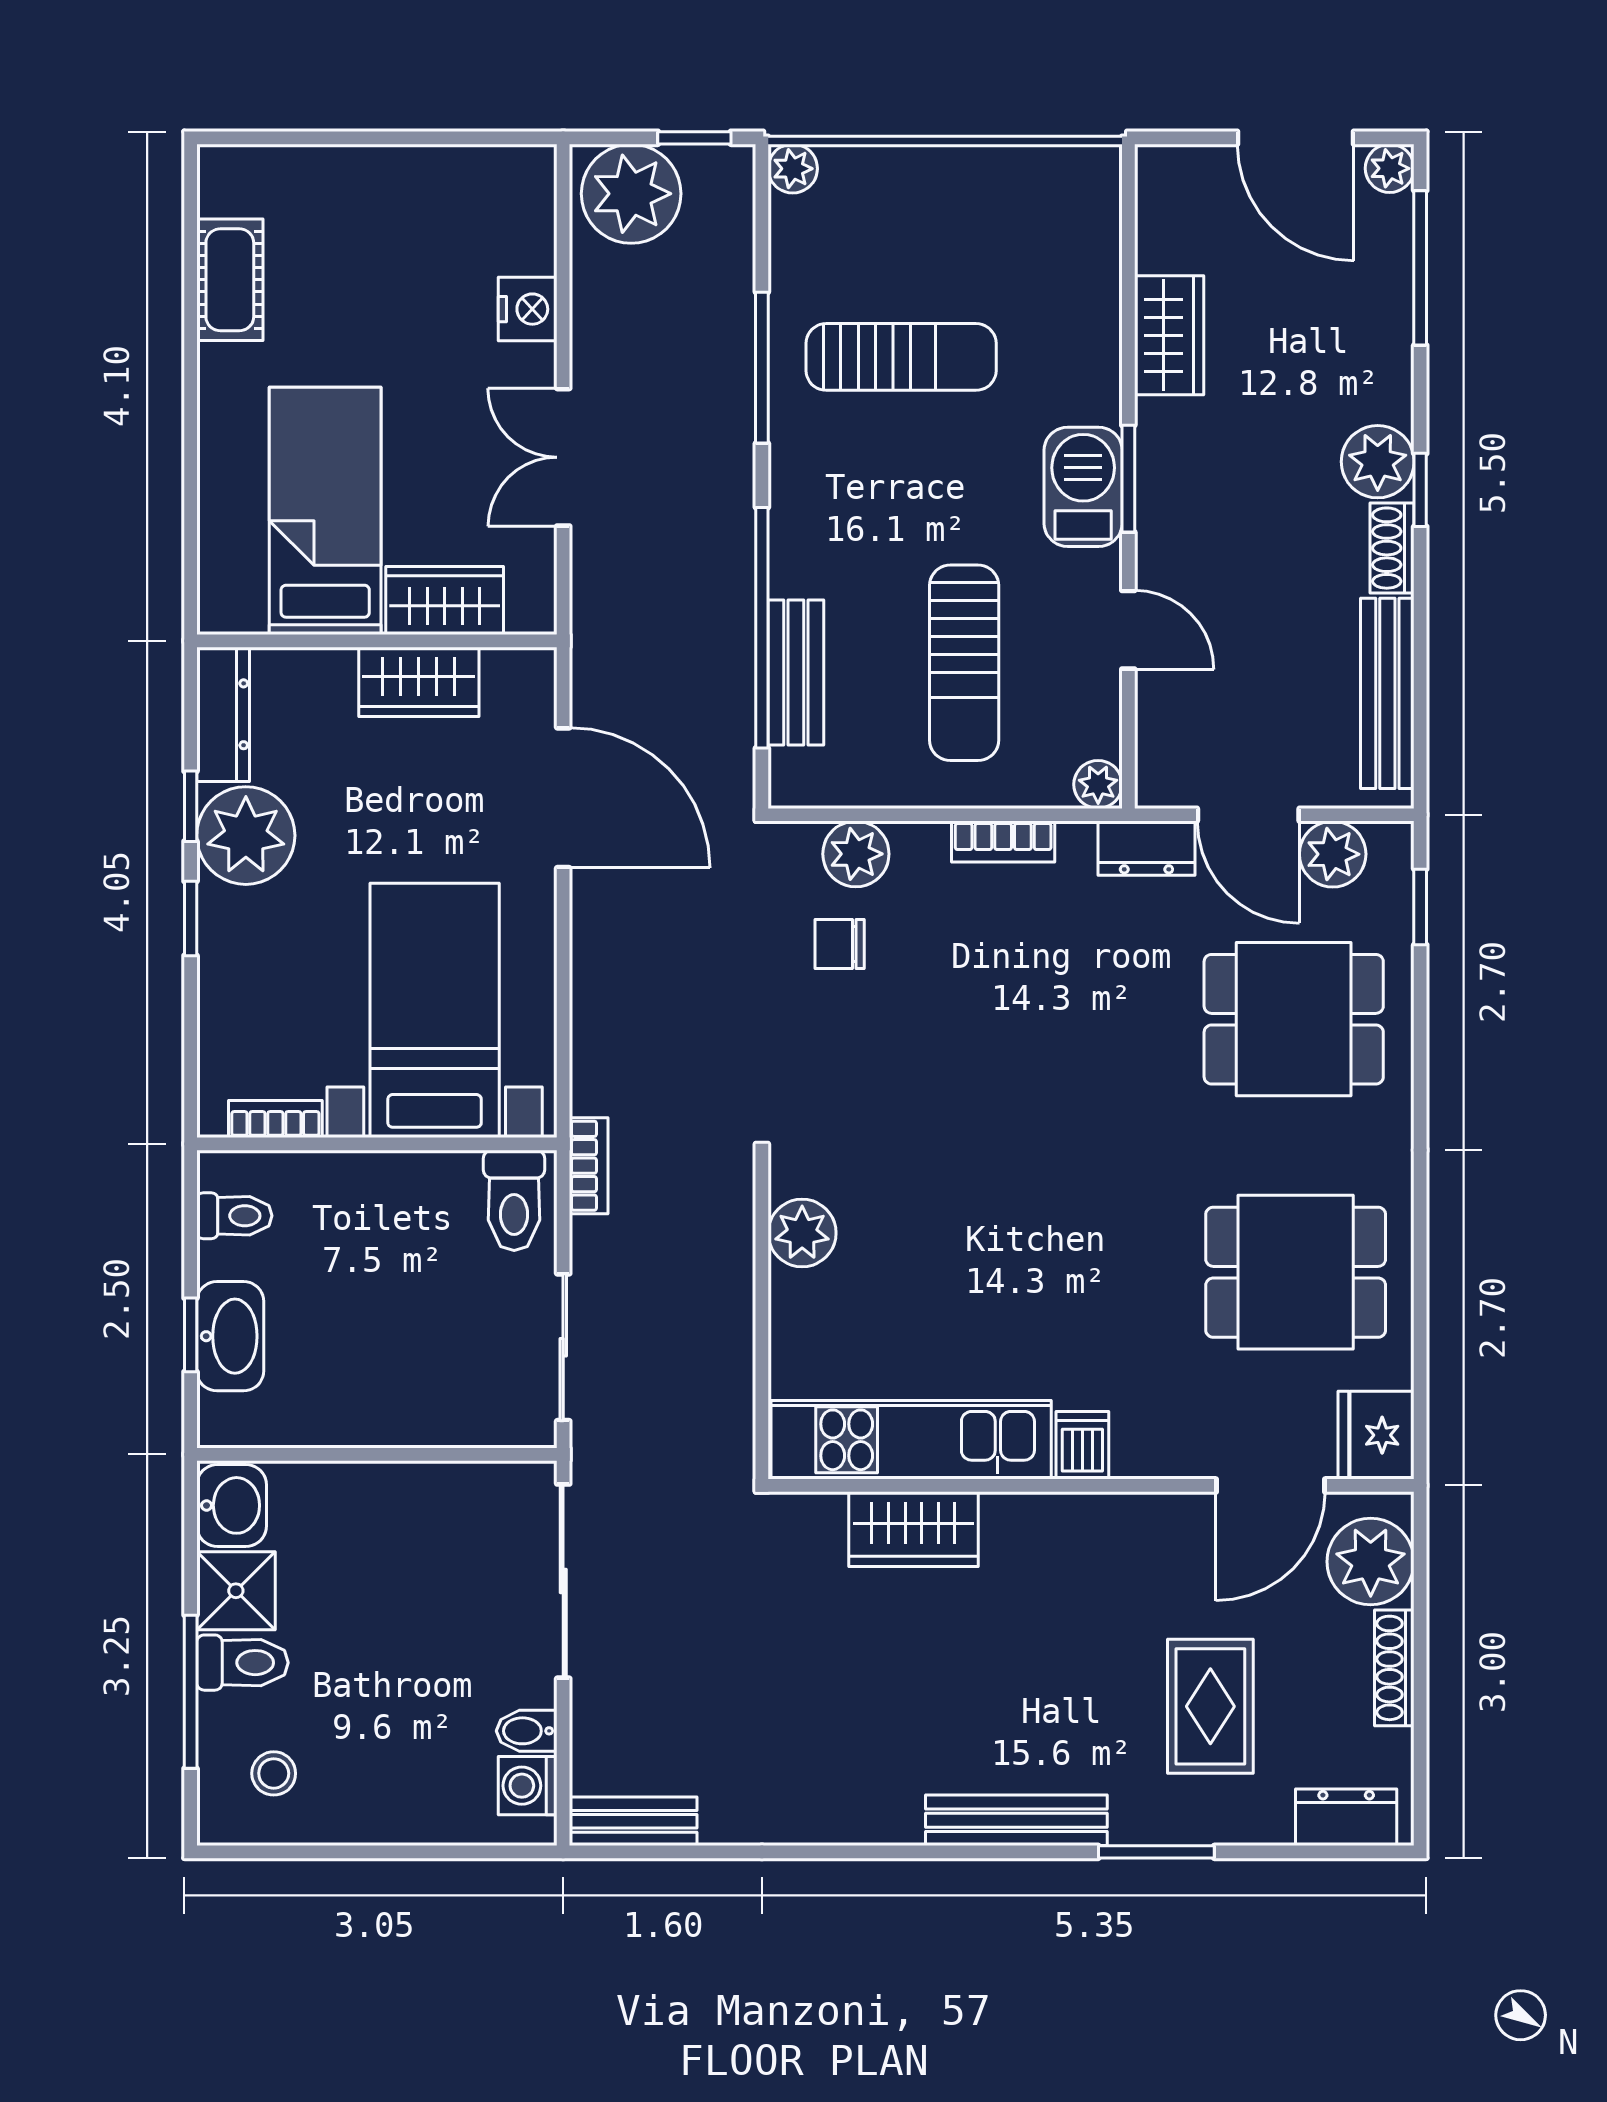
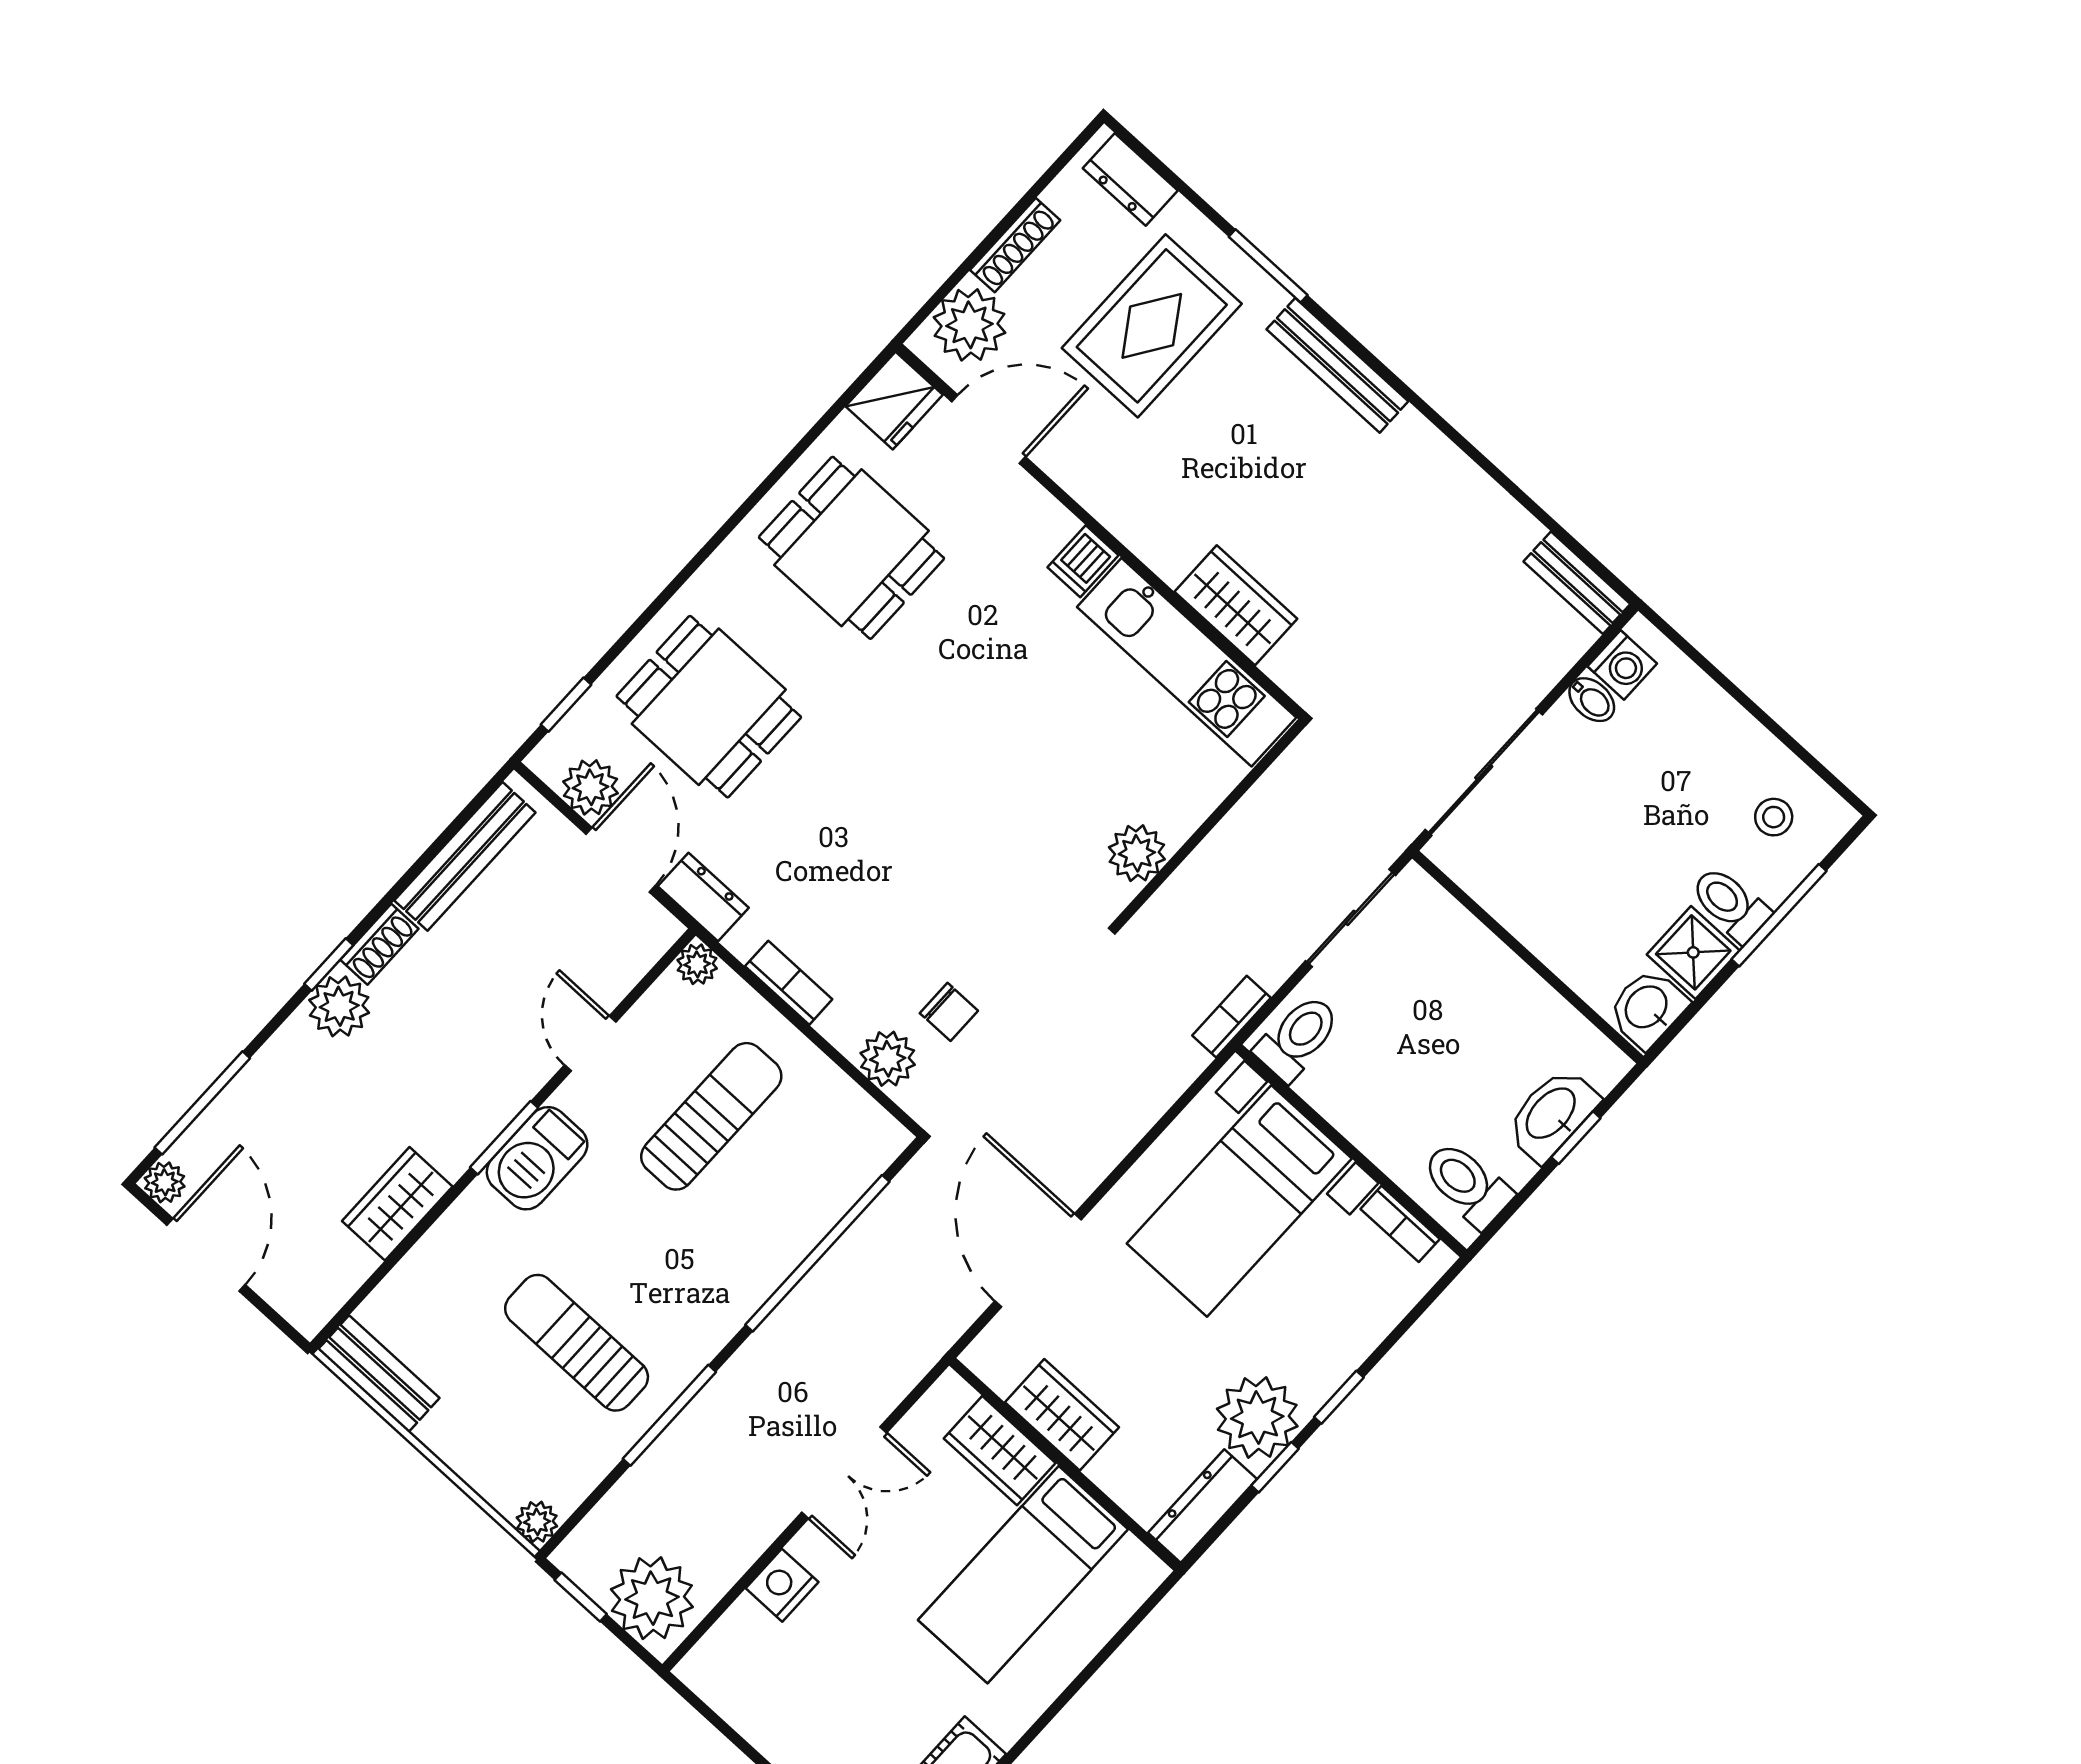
bench: (796, 672) -> (379, 1374), moved, turned 90
toilet: (234, 1216) -> (1467, 1184), width x1.37, depth x1.39
rug: (1210, 1706) -> (1152, 326), width x1.36, depth x1.43

